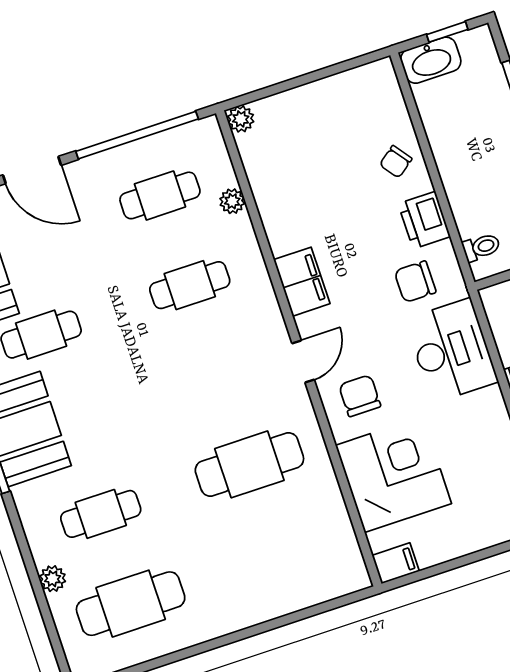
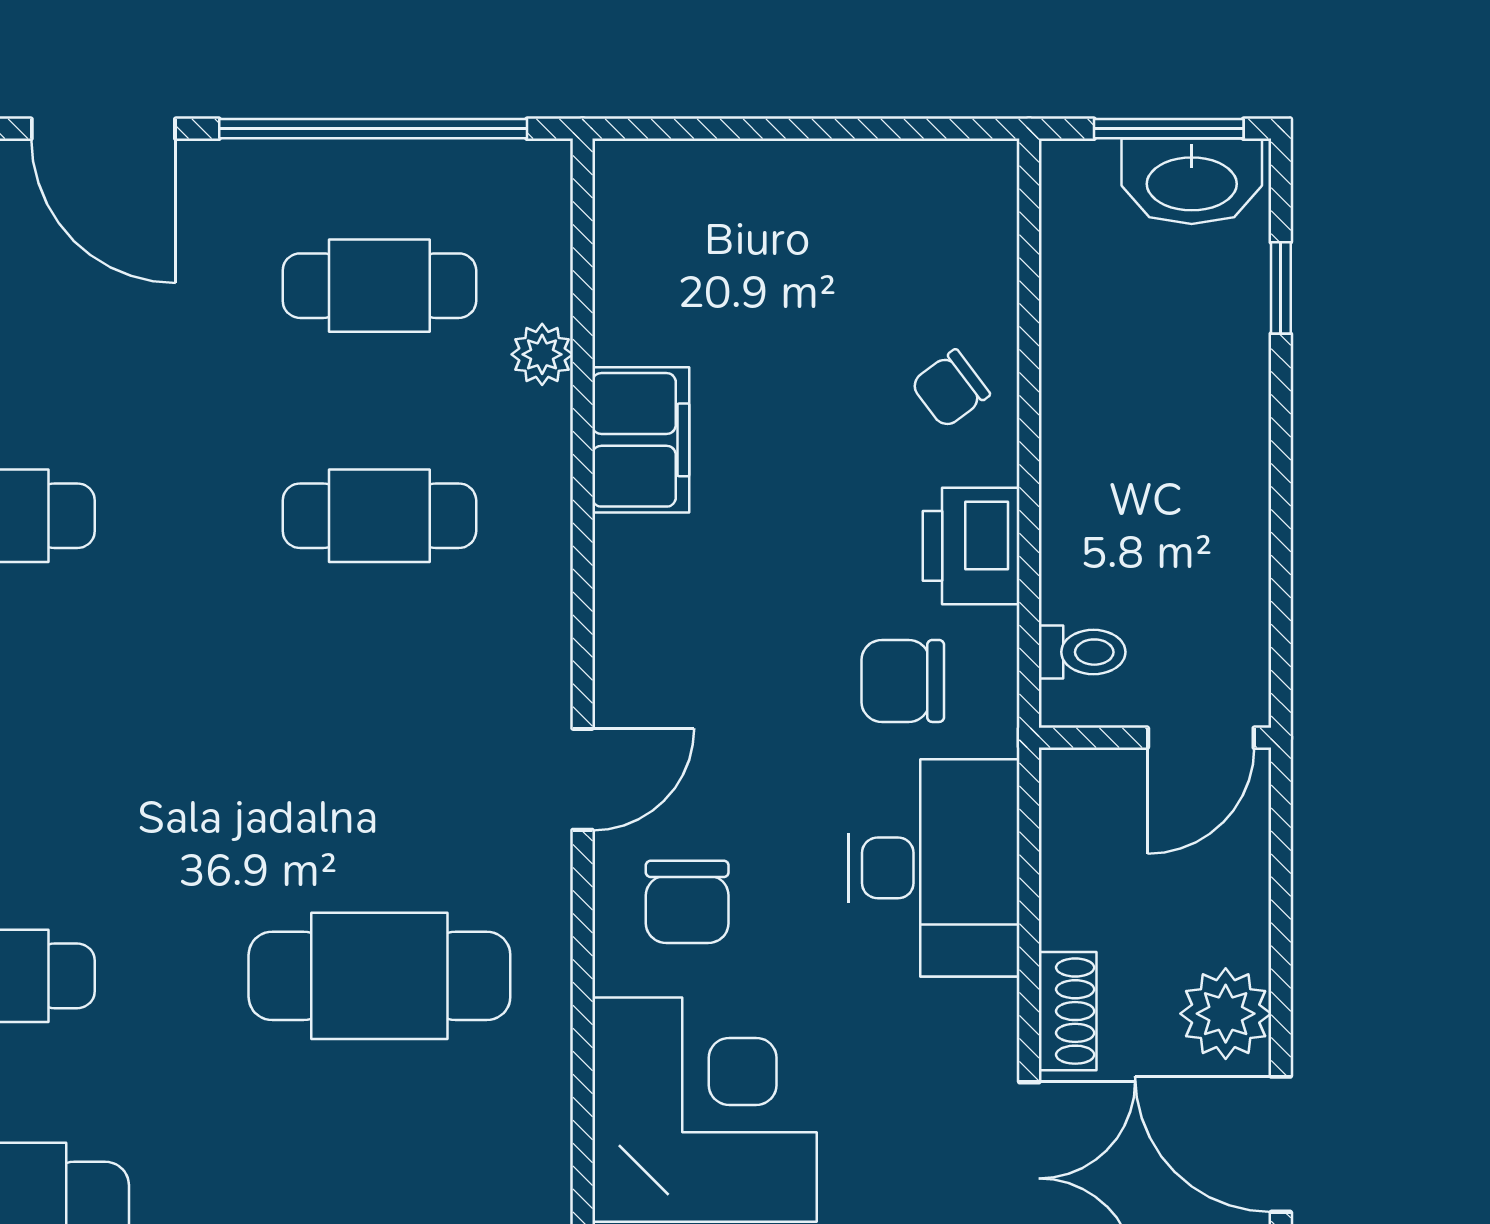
window: (447, 32) -> (1169, 129), width x1.50
washbasin: (431, 60) -> (1192, 181), moved
plant: (241, 119) -> (625, 171), removed
filing cabinet: (302, 282) -> (641, 440), moved
chair: (360, 396) -> (687, 902), turned 180

